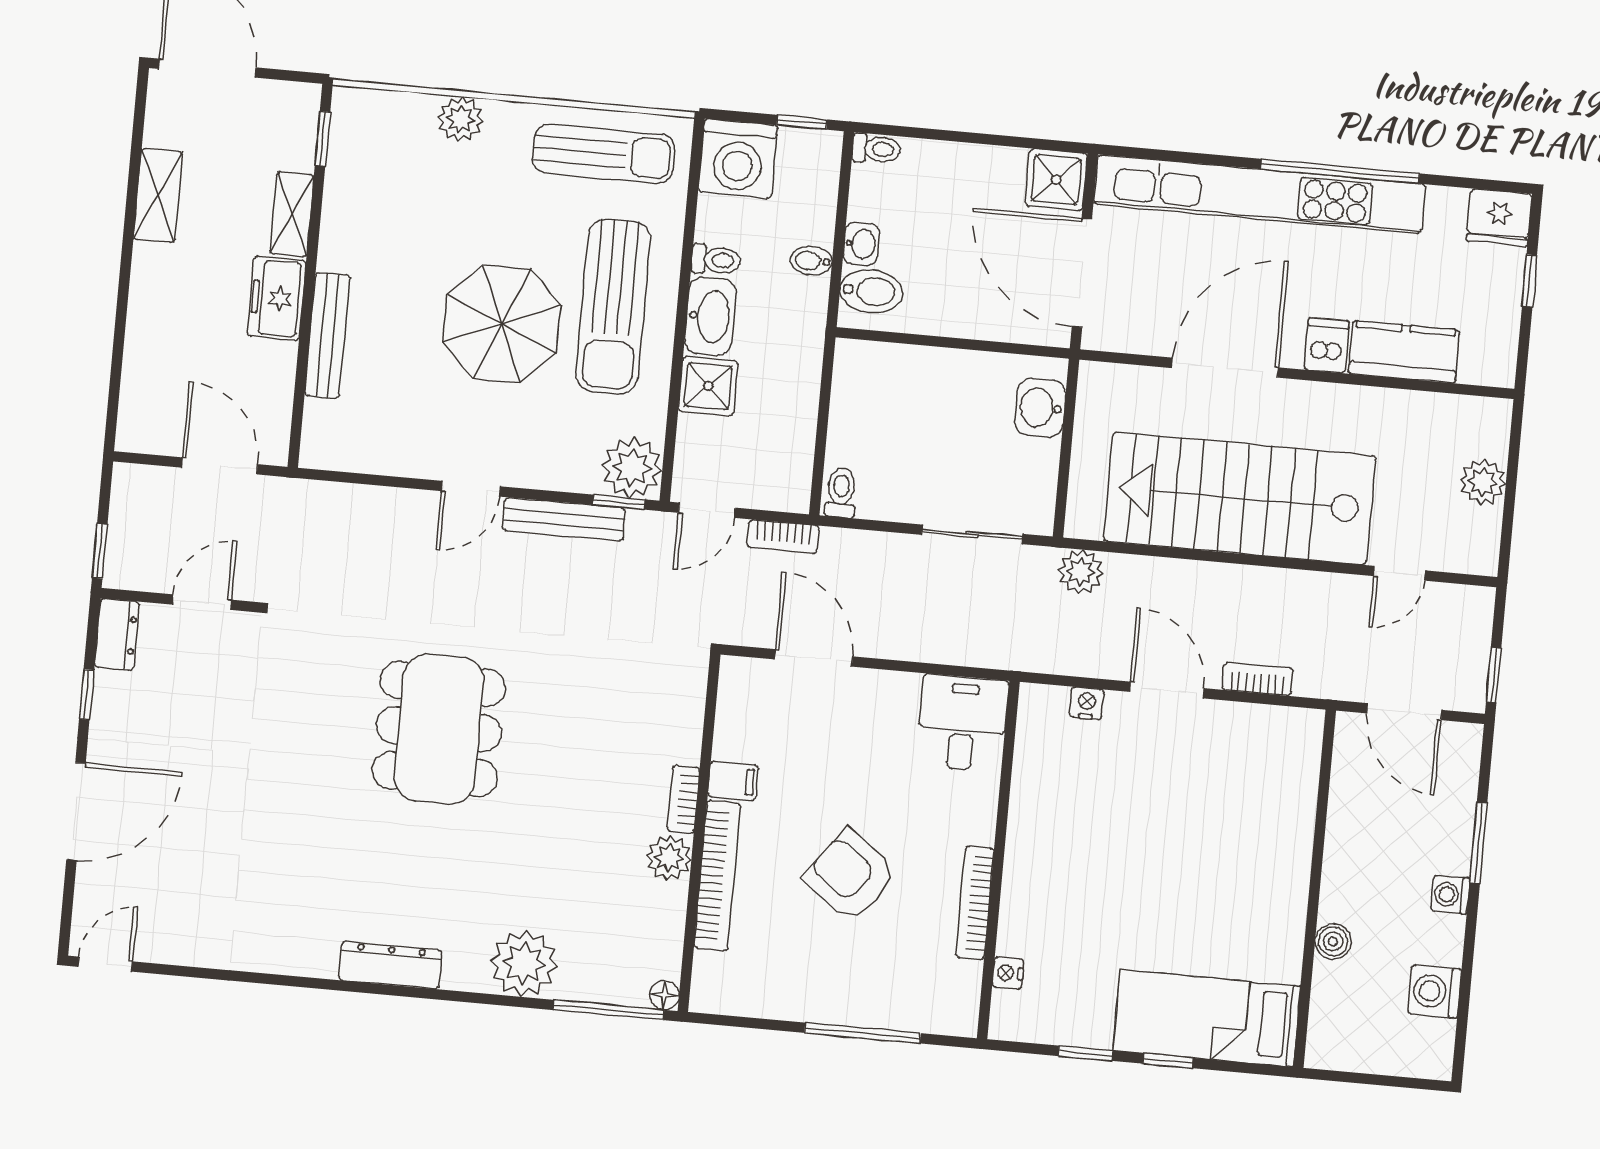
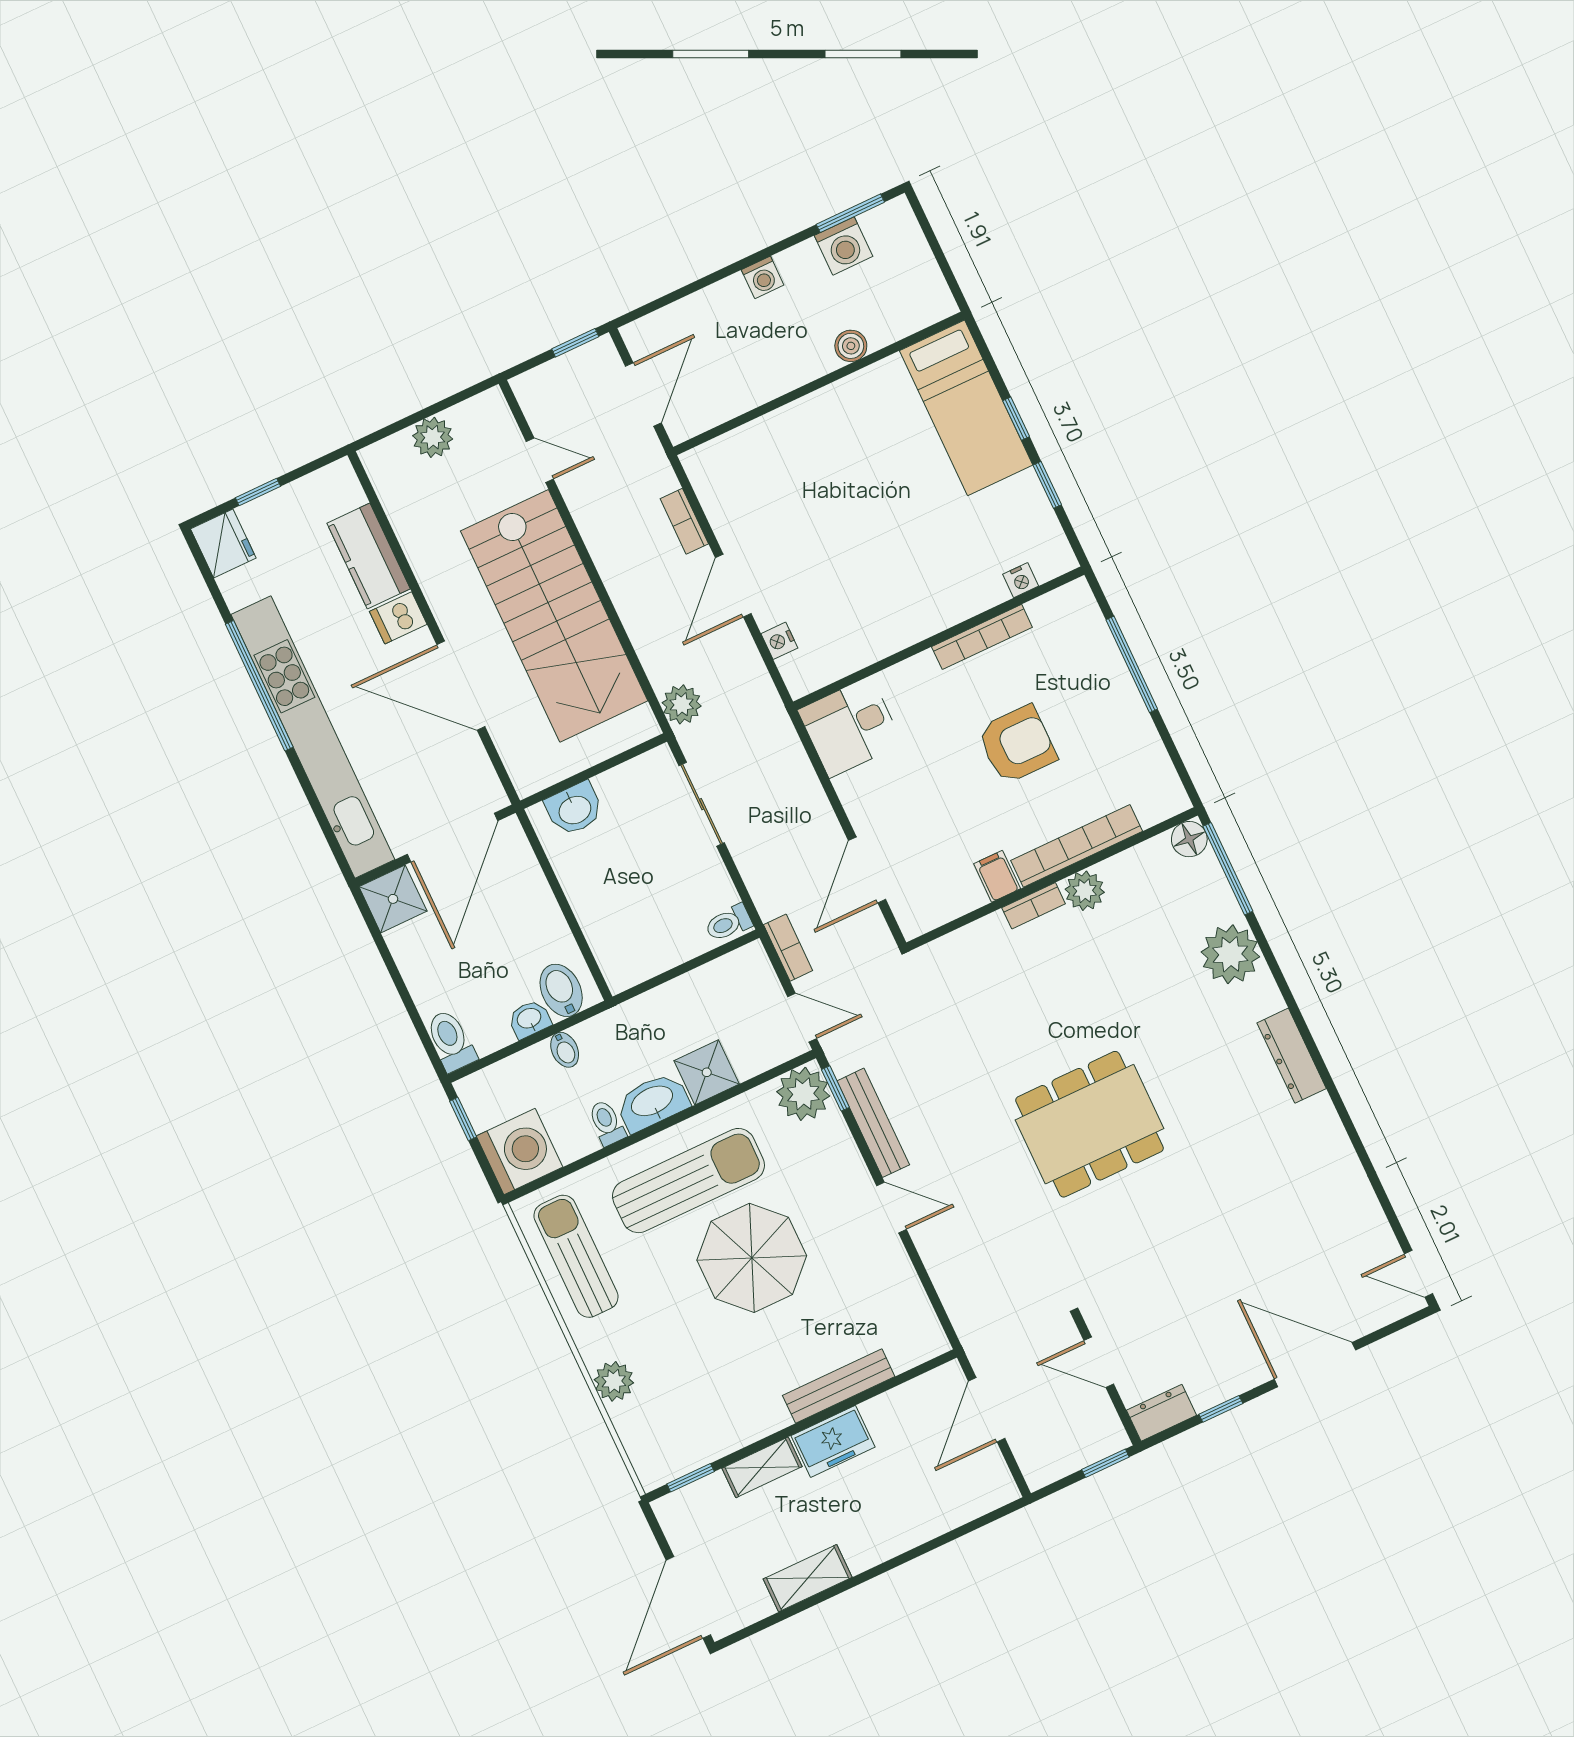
toilet: (876, 149) -> (451, 1041), width x1.37, depth x1.39
window: (1478, 843) -> (850, 213), moved
armchair: (850, 876) -> (1017, 744), turned -127
floor lamp: (664, 995) -> (1189, 839), width x1.37, depth x1.37

